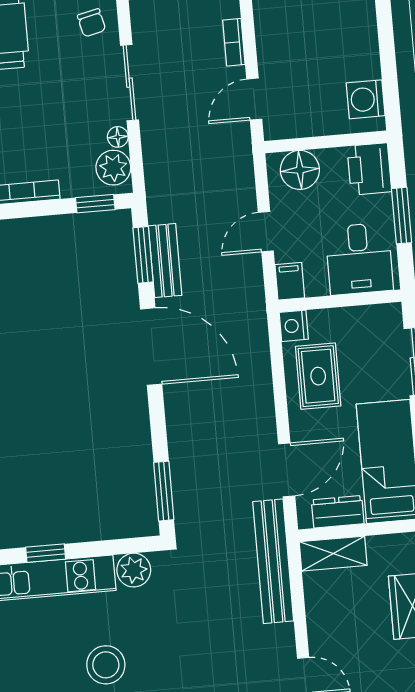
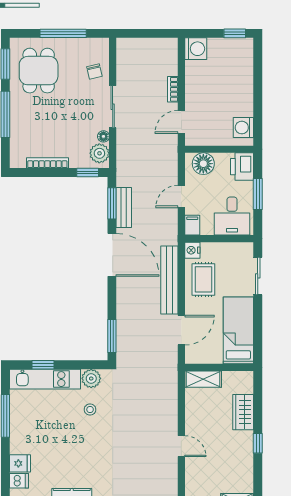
dresser: (338, 512) -> (208, 356), removed
bench: (273, 561) -> (169, 280), moved
stool: (106, 665) -> (90, 410), moved, width x0.53, depth x0.53

